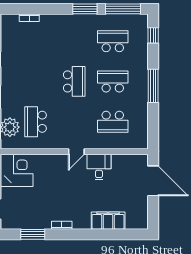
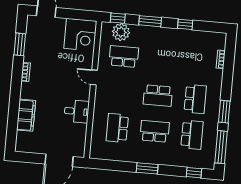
school desk: (74, 41) -> (195, 99), added
school desk: (113, 81) -> (155, 131), turned -90
window: (153, 86) -> (147, 168), width x0.69
door: (76, 152) -> (94, 77), moved

